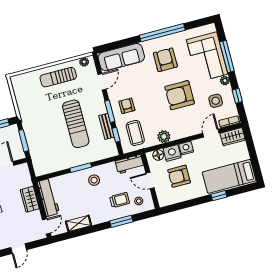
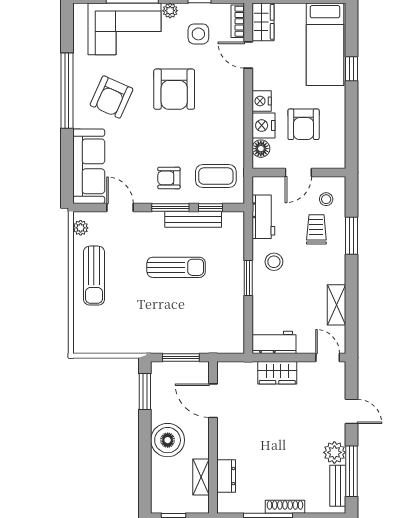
armchair: (165, 60) -> (112, 97), turned -66
sun lounger: (76, 124) -> (176, 267), width x0.73, depth x0.75
bench: (106, 126) -> (193, 219), width x1.36
plant: (164, 137) -> (234, 132), removed
workbench: (130, 164) -> (263, 217), moved
workbench: (48, 197) -> (274, 342), width x0.73

